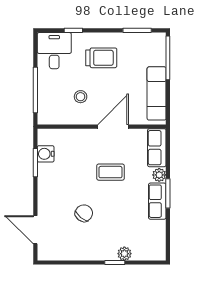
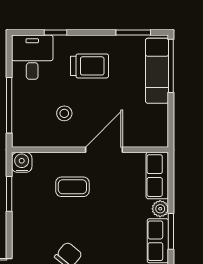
exam couch: (157, 93) -> (157, 71), moved
water cooler: (46, 154) -> (22, 162), moved, turned 90
coffee table: (110, 172) -> (72, 187), moved

